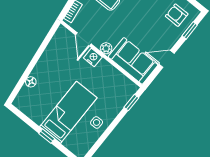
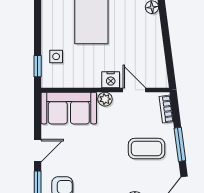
door: (167, 59) -> (38, 151), moved
side table: (97, 122) -> (56, 56), moved

